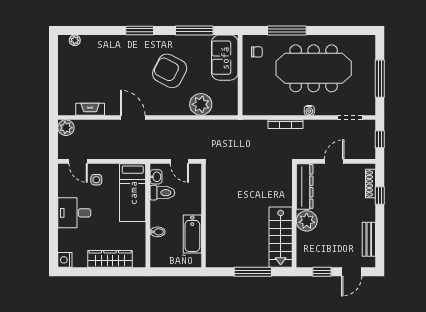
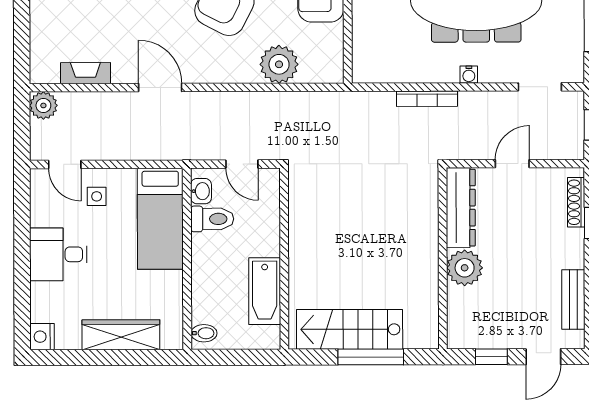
bidet: (158, 232) -> (204, 333), moved
stairs: (281, 237) -> (350, 329), moved, turned 90

